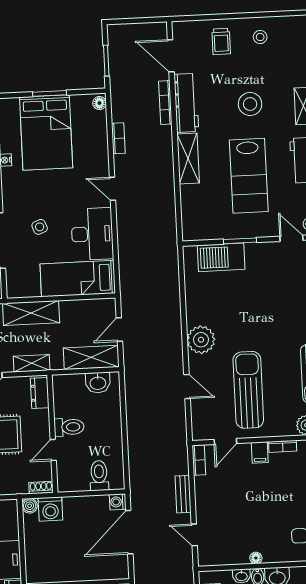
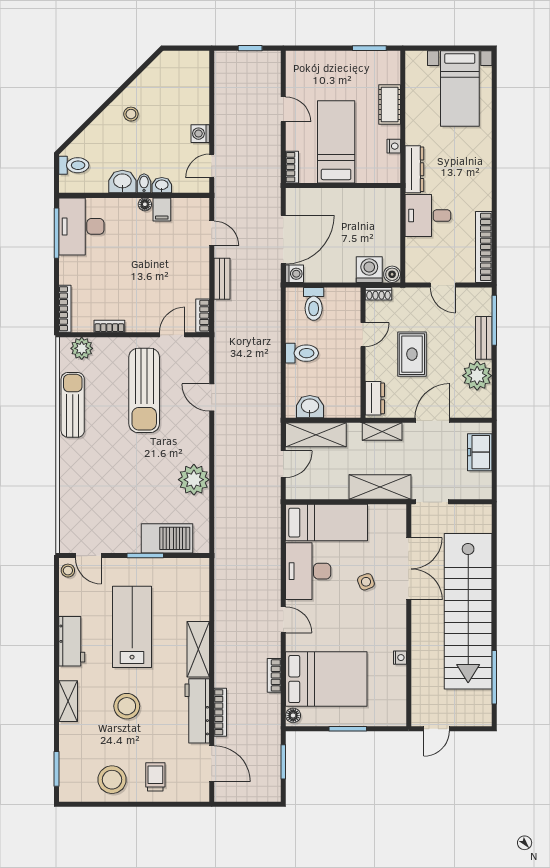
stool: (260, 37) -> (112, 780), width x1.89, depth x1.89
bed: (46, 132) -> (326, 679), moved, turned 90
plant: (201, 340) -> (194, 480), moved
toilet: (69, 427) -> (302, 353), moved, turned 180
filing cabinet: (260, 453) -> (162, 209), moved, turned 180

